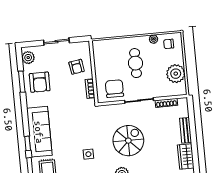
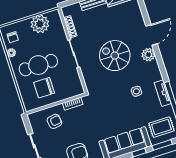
cafe table: (136, 63) -> (38, 65), width x1.37, depth x1.35
chair: (114, 89) -> (44, 88), moved

